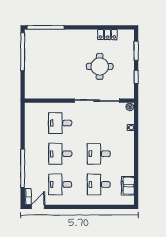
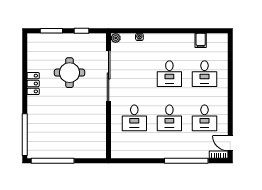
locker: (107, 35) -> (33, 84), moved
filing cabinet: (128, 186) -> (201, 40), width x0.50

